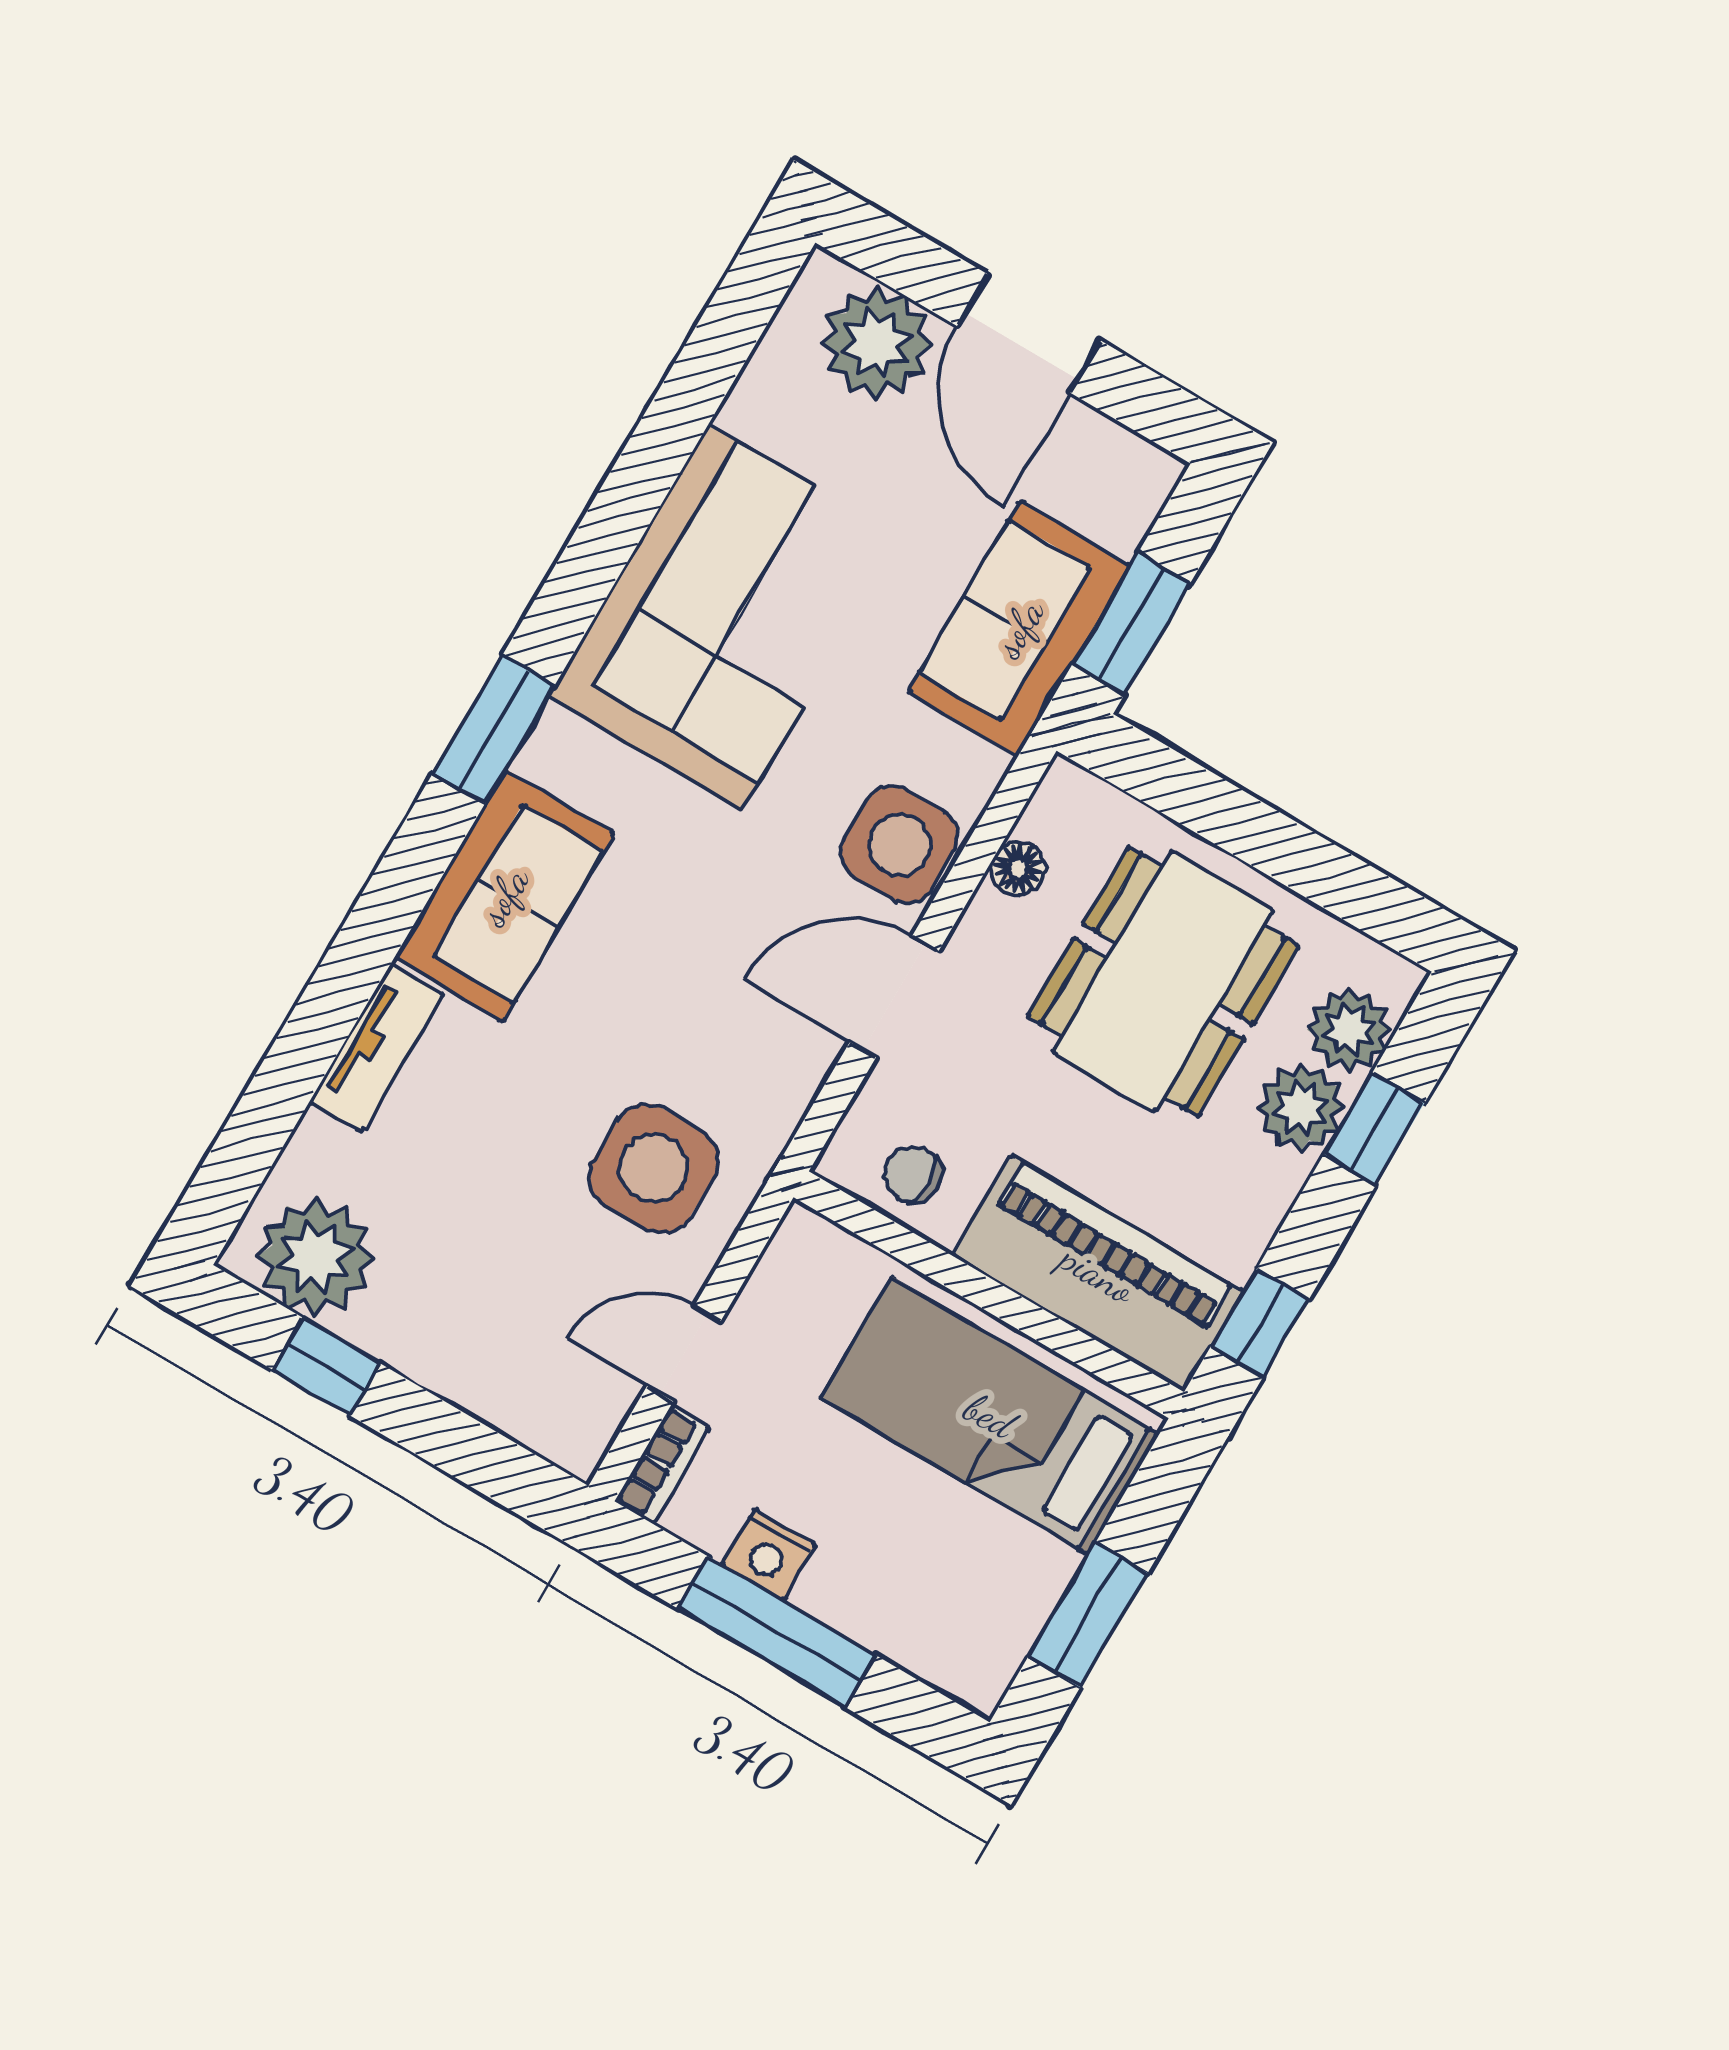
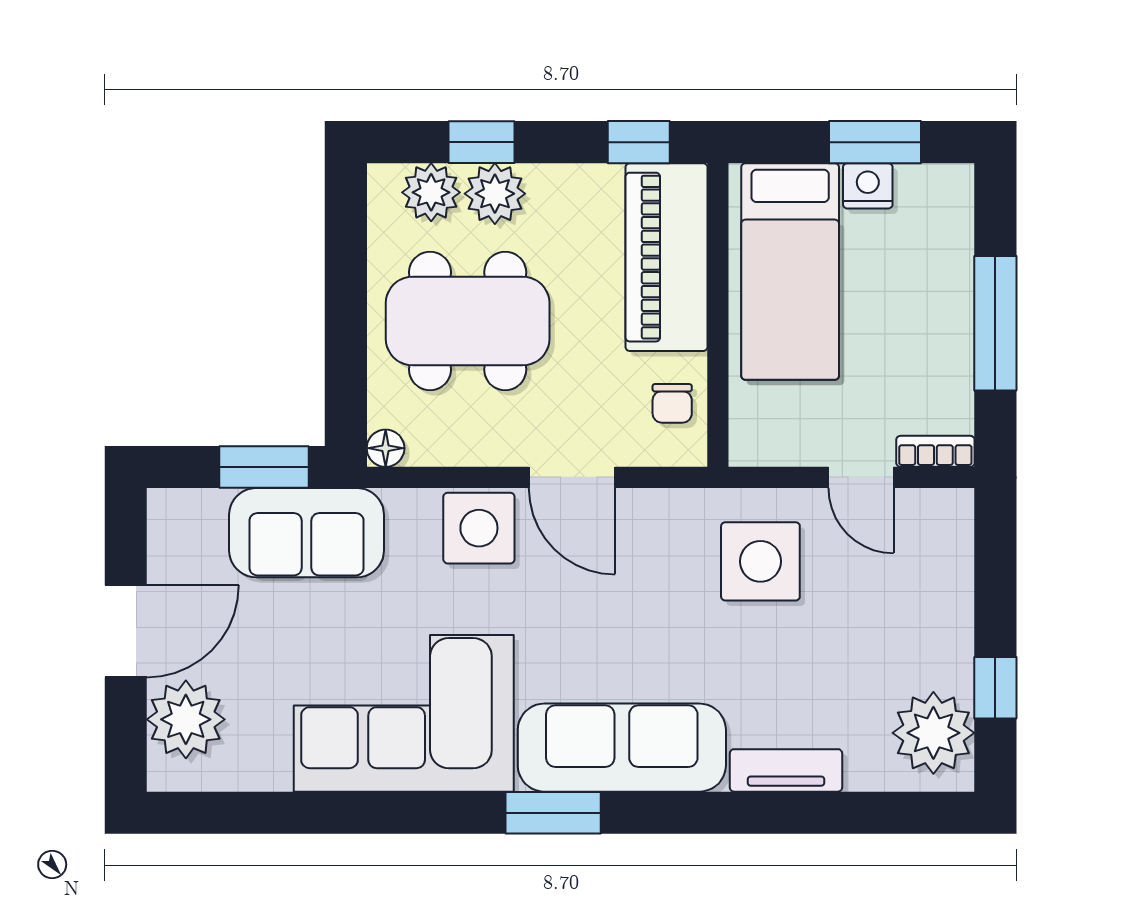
floor lamp: (1018, 869) -> (386, 448), moved
sofa: (504, 896) -> (622, 748), width x1.36
nightstand: (769, 1555) -> (868, 186), moved, turned -90

